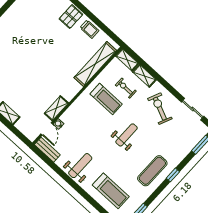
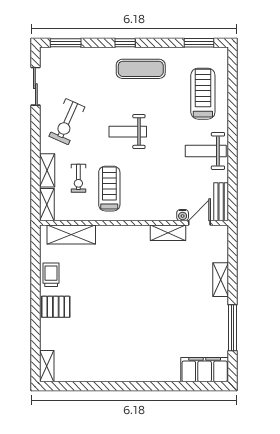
shelving: (95, 64) -> (71, 234), width x0.68

